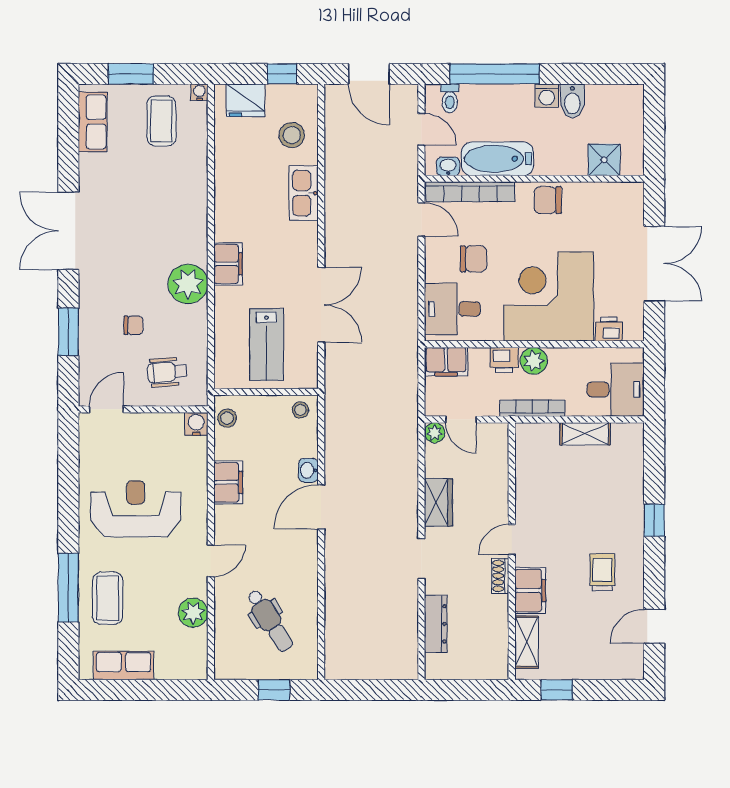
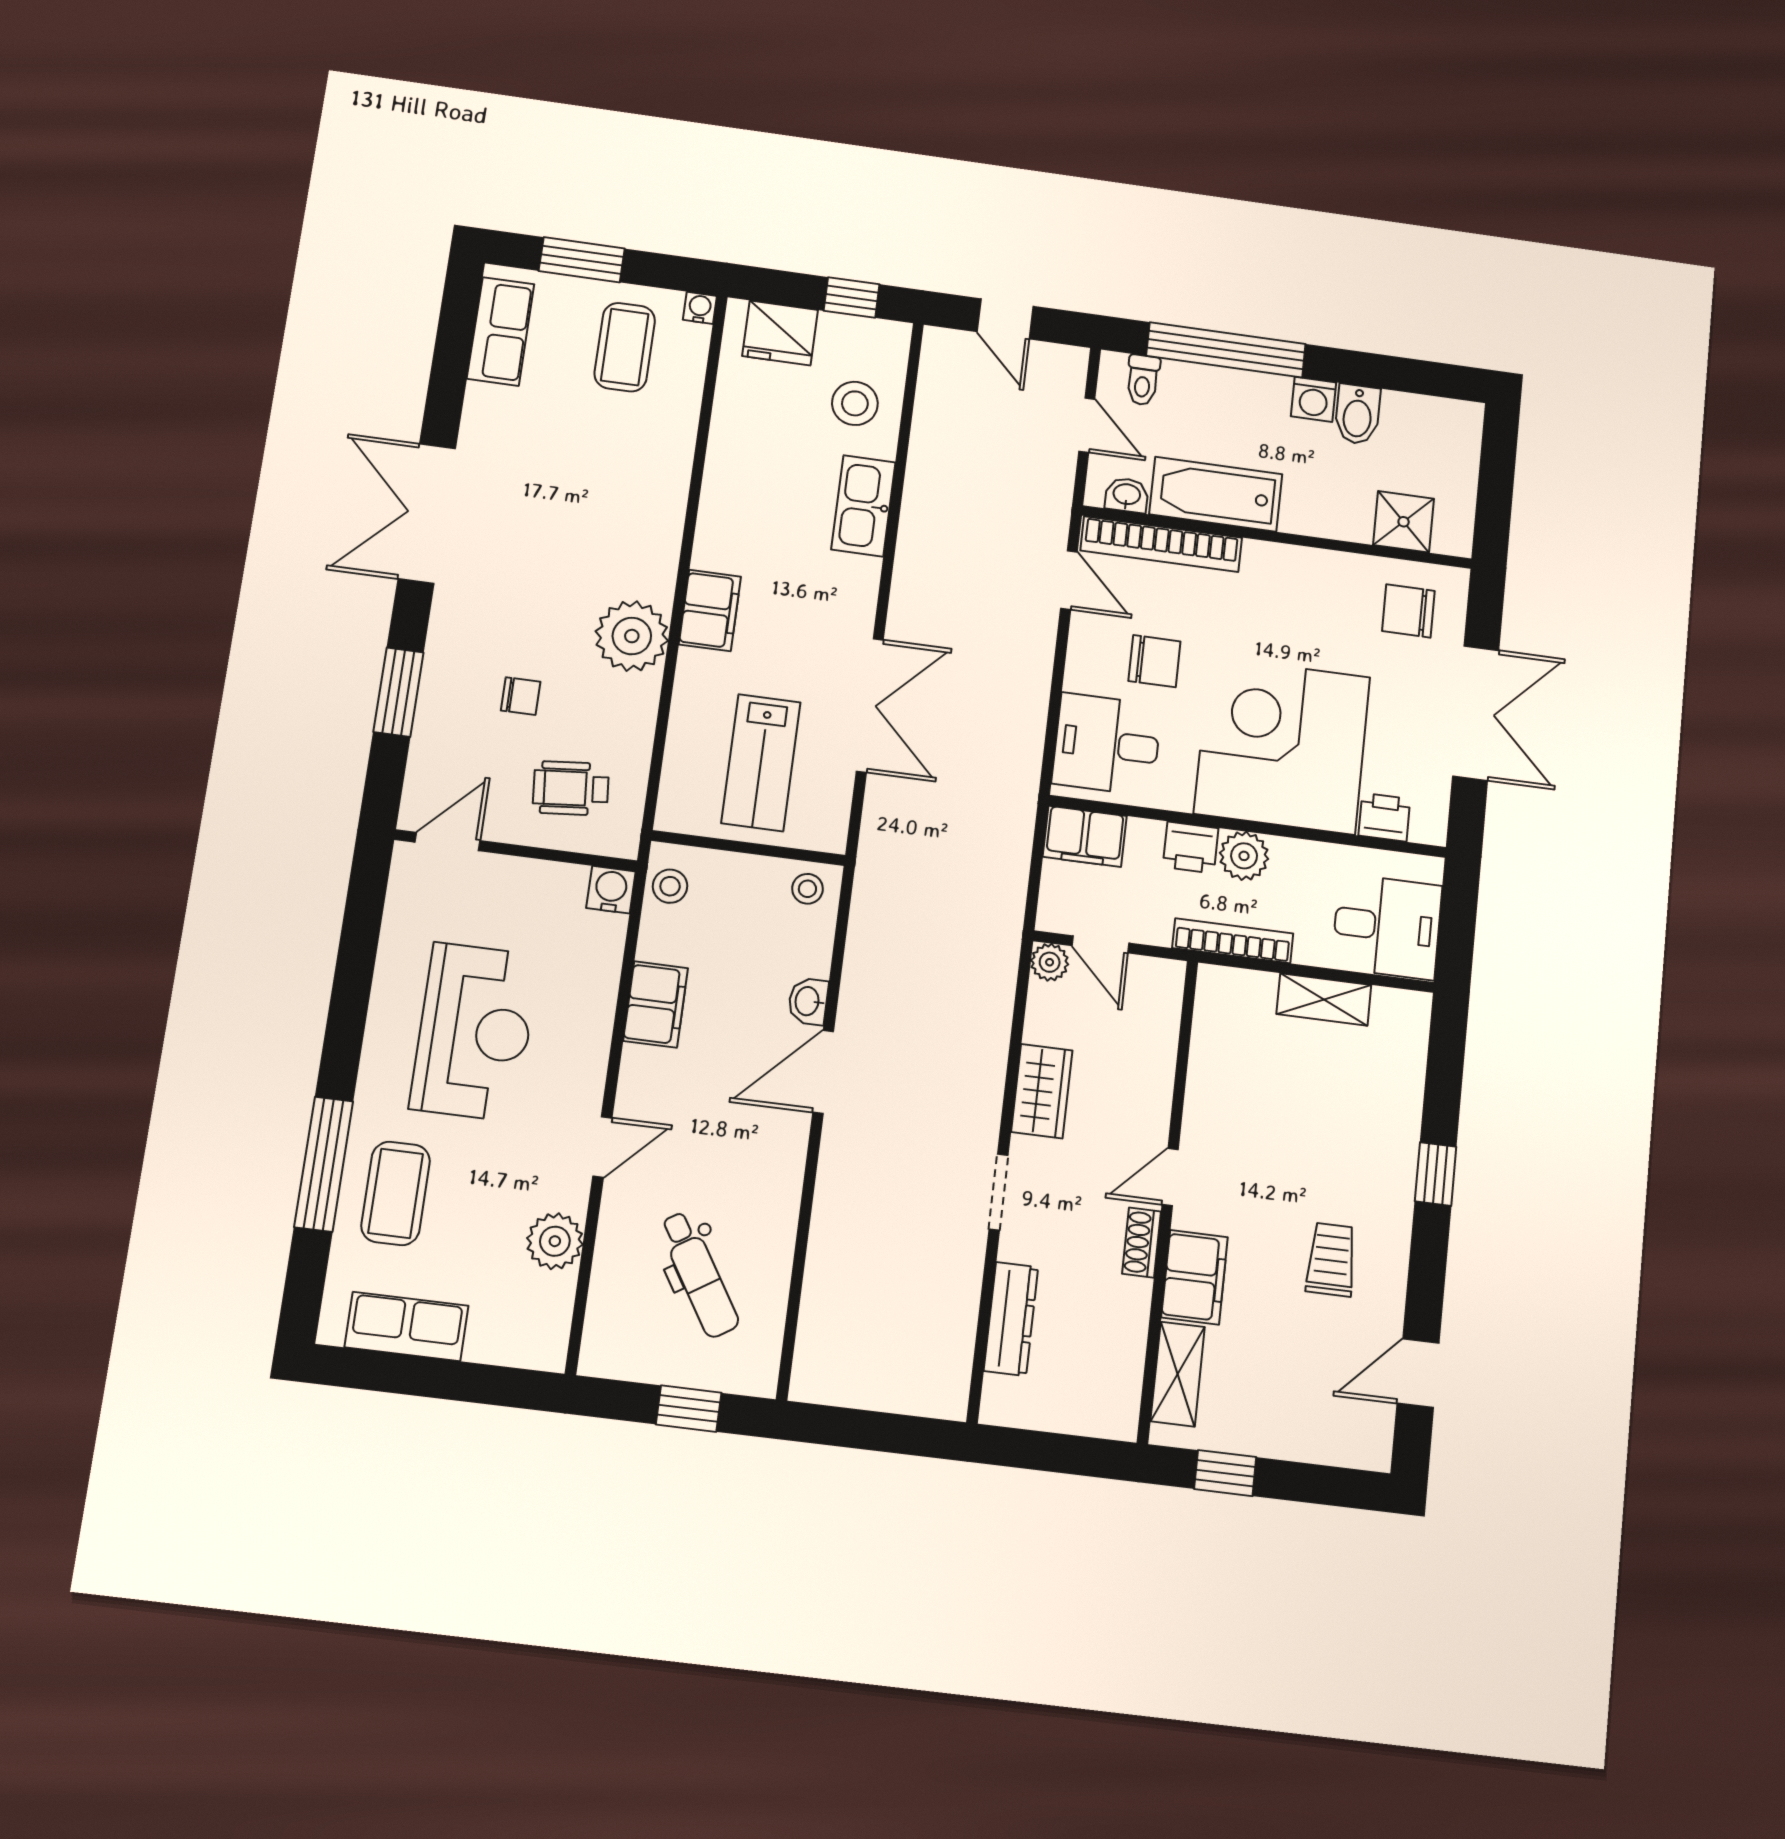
door: (369, 74) -> (1005, 319), width x0.73
chair: (548, 200) -> (1408, 611), moved
reception desk: (136, 509) -> (474, 1032), turned 90

